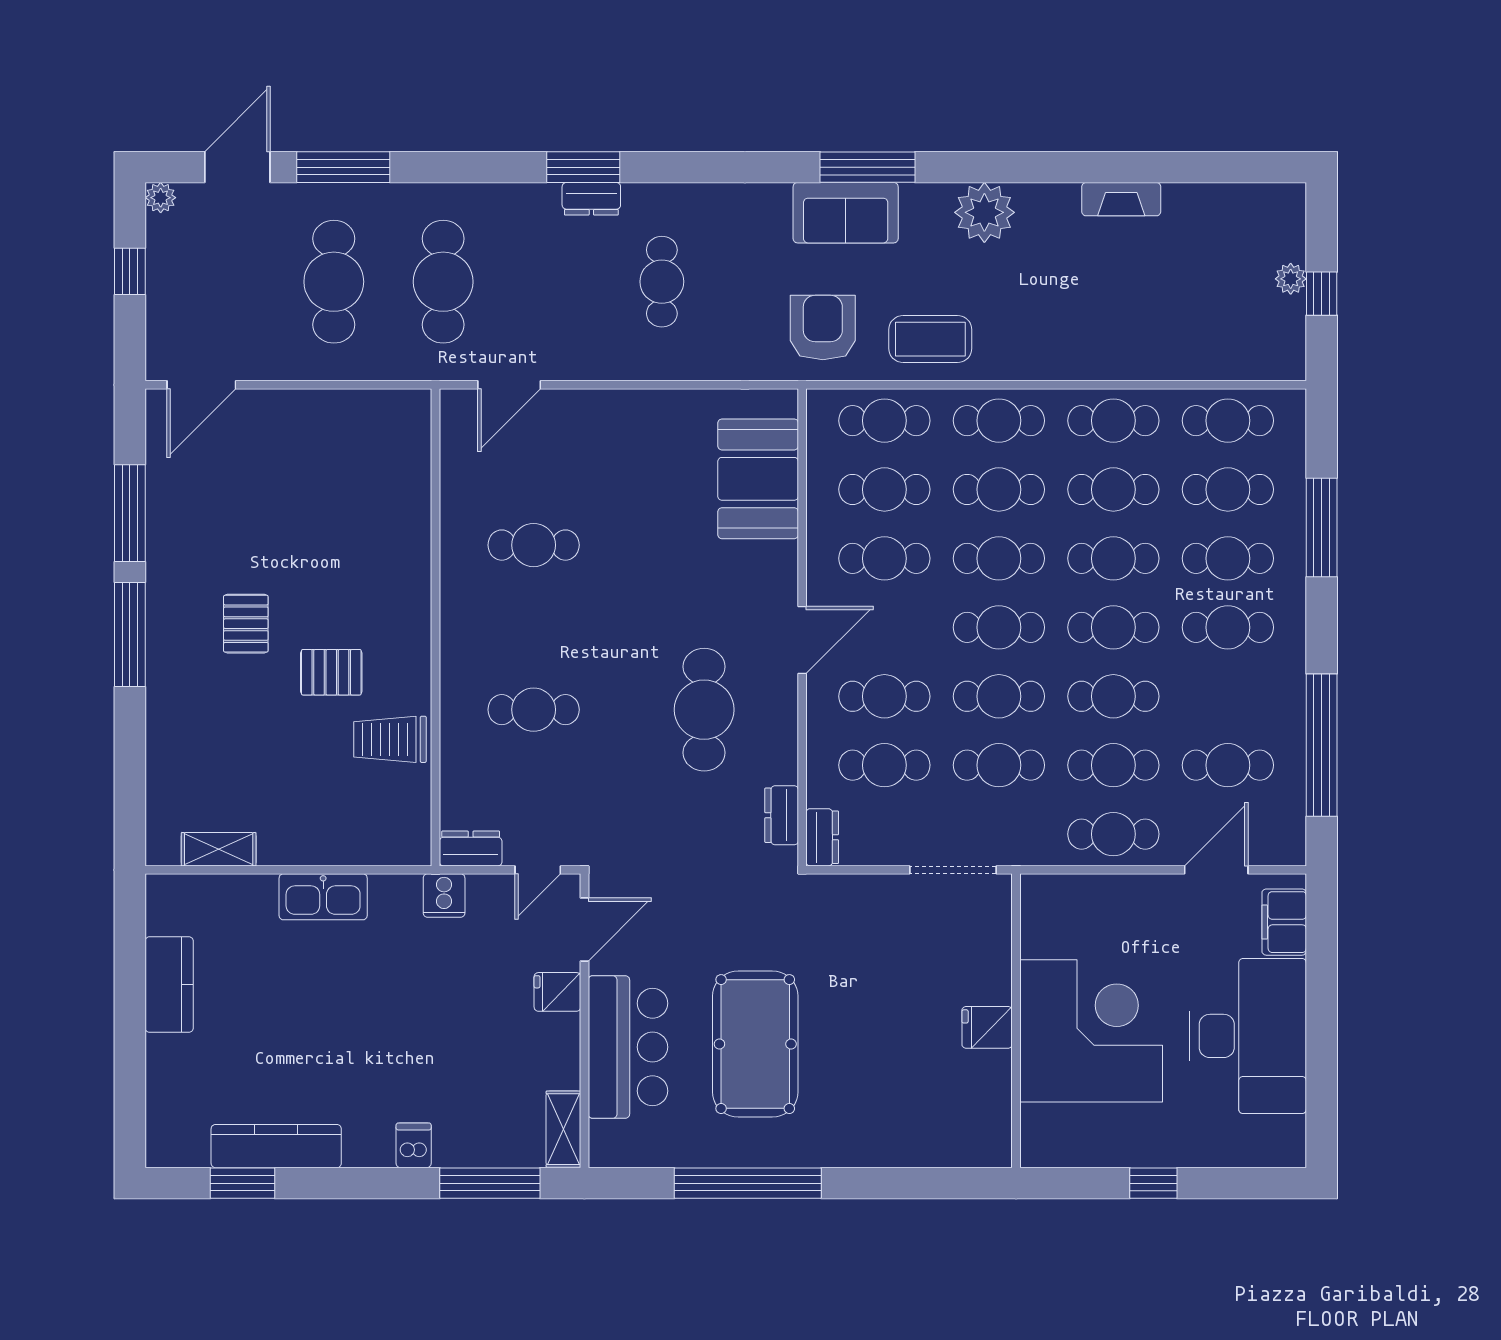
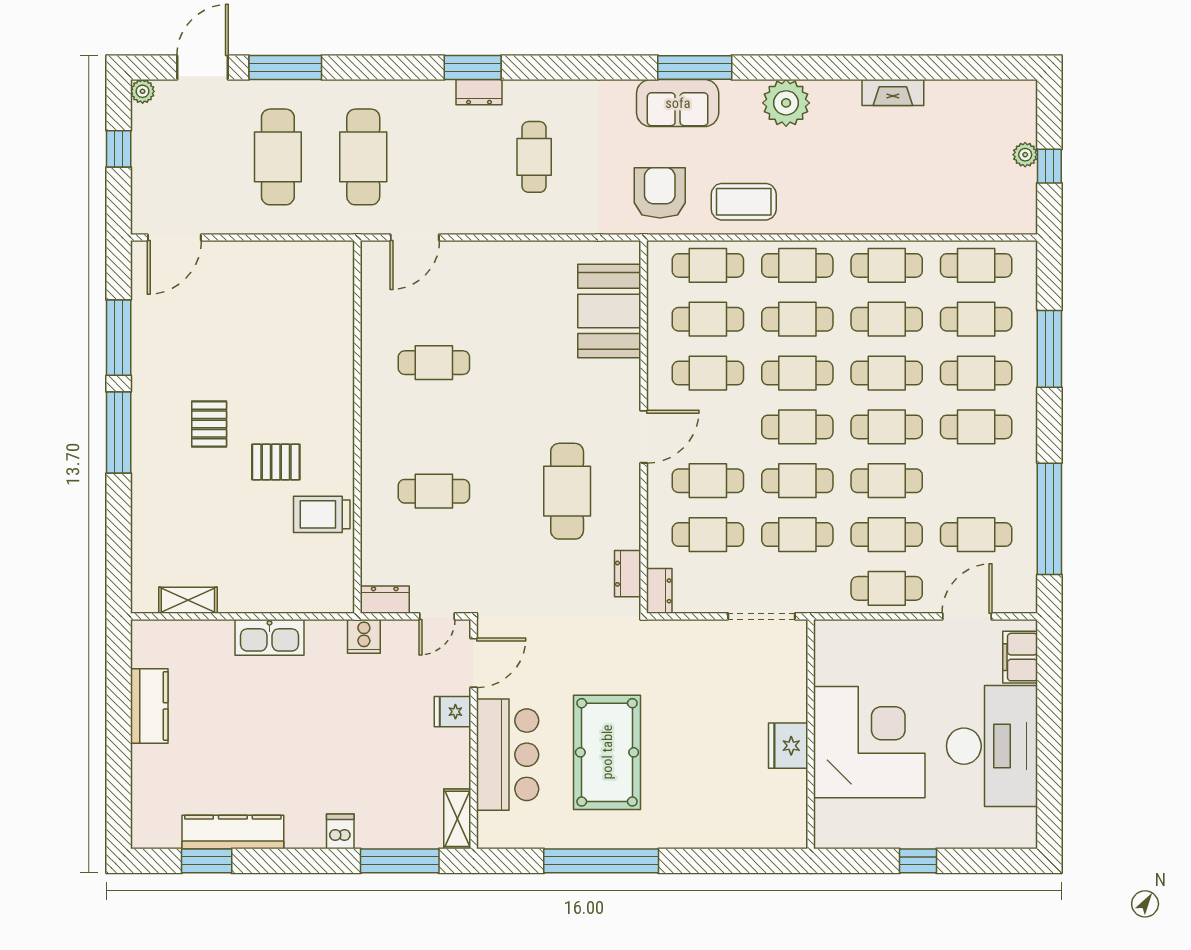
fridge: (987, 1027) -> (788, 746), width x1.38

